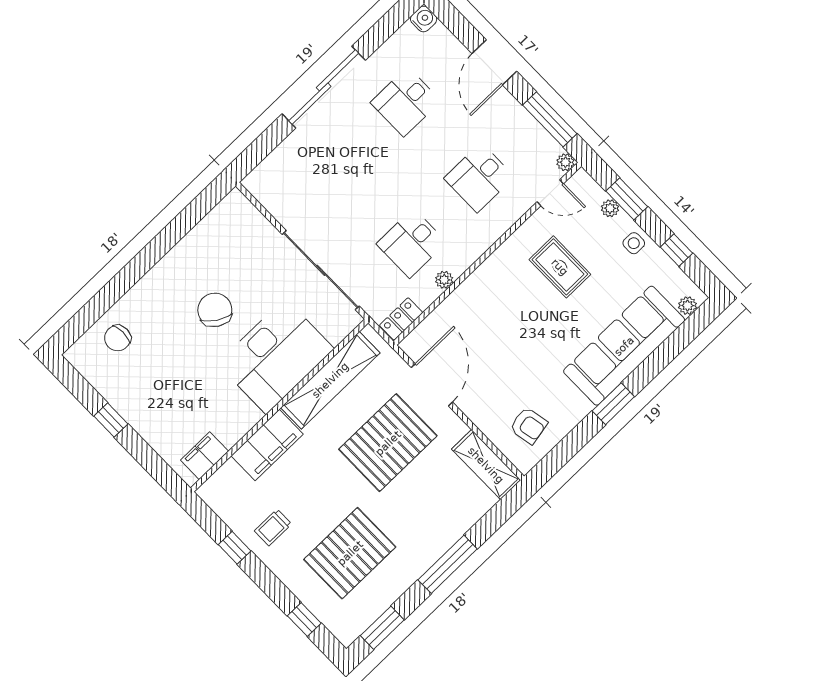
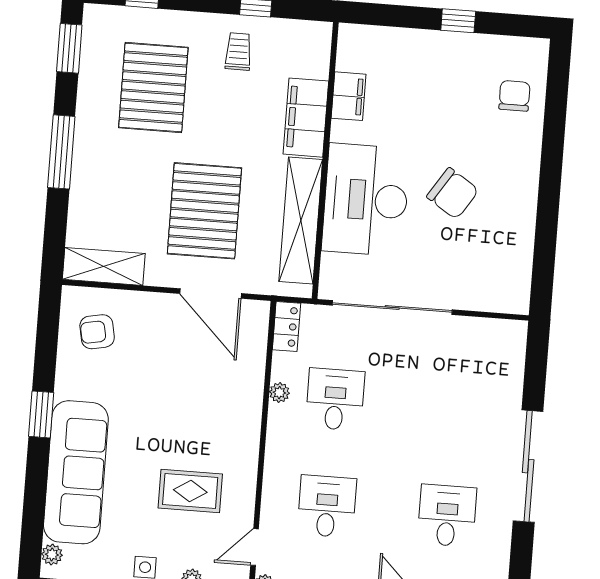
filing cabinet: (205, 456) -> (349, 96), moved

